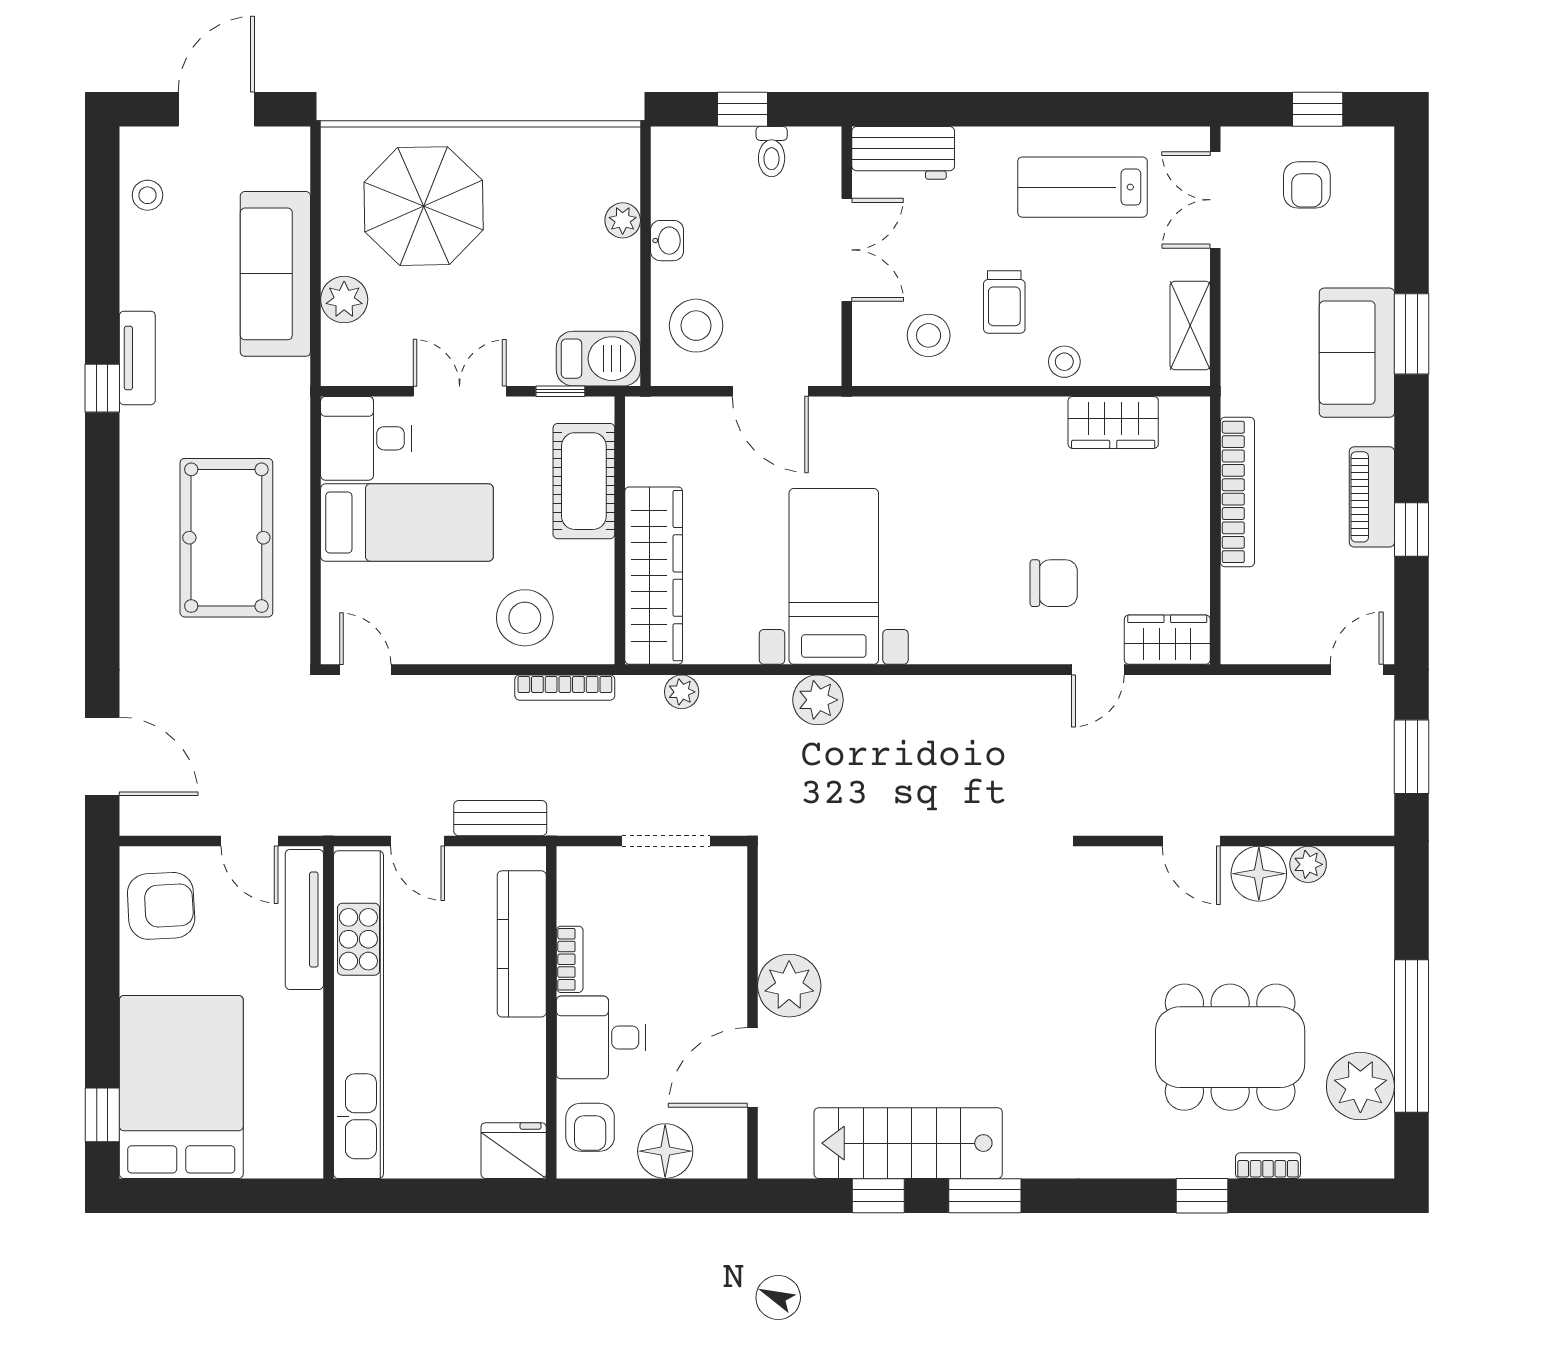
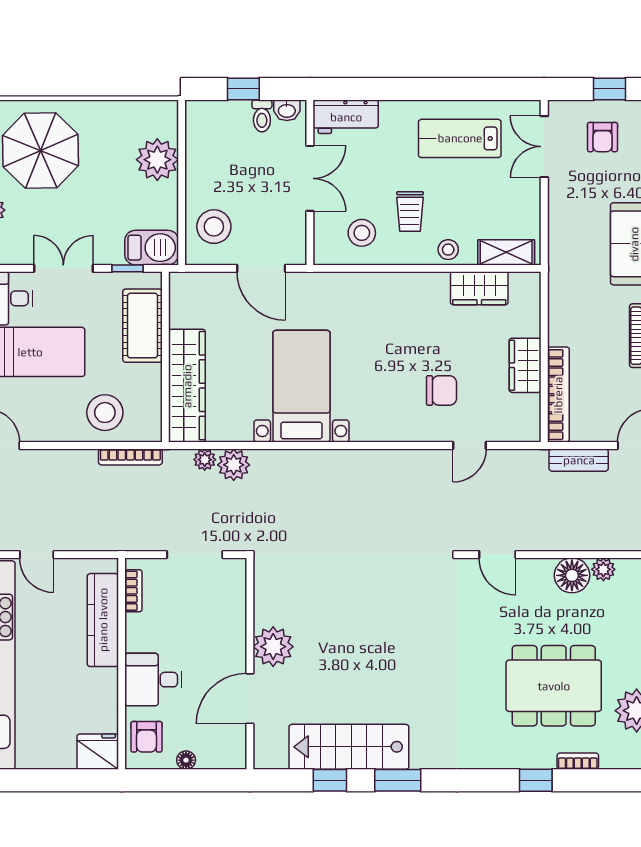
plant: (623, 220) -> (157, 160), width x1.87, depth x1.87
washbasin: (667, 241) -> (287, 110), moved, turned 90
shelving: (1190, 325) -> (506, 252), moved, turned 90
bookcase: (1237, 492) -> (558, 395), moved
wardrobe: (1167, 640) -> (525, 365), moved, turned -90
plant: (818, 700) -> (234, 465), moved
bench: (500, 818) -> (579, 460), moved
door: (1191, 841) -> (497, 555), moved
bookcase: (570, 959) -> (133, 591), moved
floor lamp: (665, 1151) -> (186, 760), width x0.53, depth x0.53

